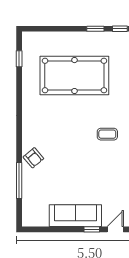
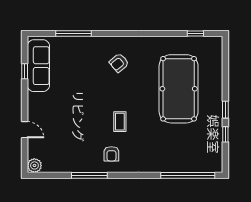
armchair: (33, 158) -> (119, 63), moved
sofa: (75, 216) -> (38, 66), moved
window: (92, 229) -> (25, 71), moved

